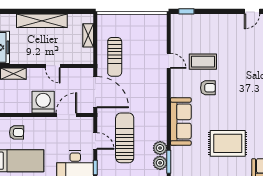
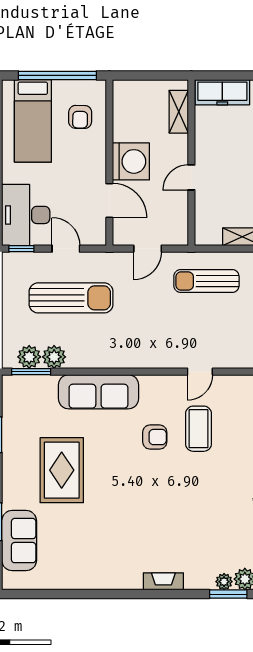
armchair: (208, 88) -> (155, 437), turned -90
door: (95, 92) -> (148, 249), width x0.53
door: (95, 141) -> (66, 249), swing flipped

